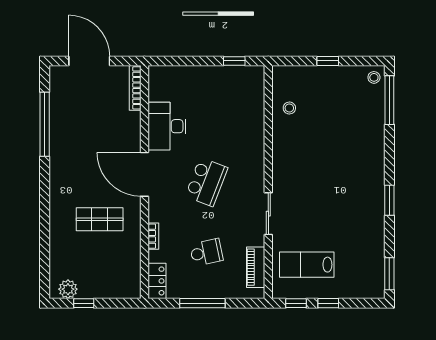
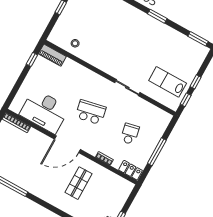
desk: (167, 126) -> (44, 111), width x1.36, depth x1.30
school desk: (206, 182) -> (91, 112), turned -33
lab bench: (307, 265) -> (168, 82), turned 90
piano: (256, 267) -> (52, 55), moved

